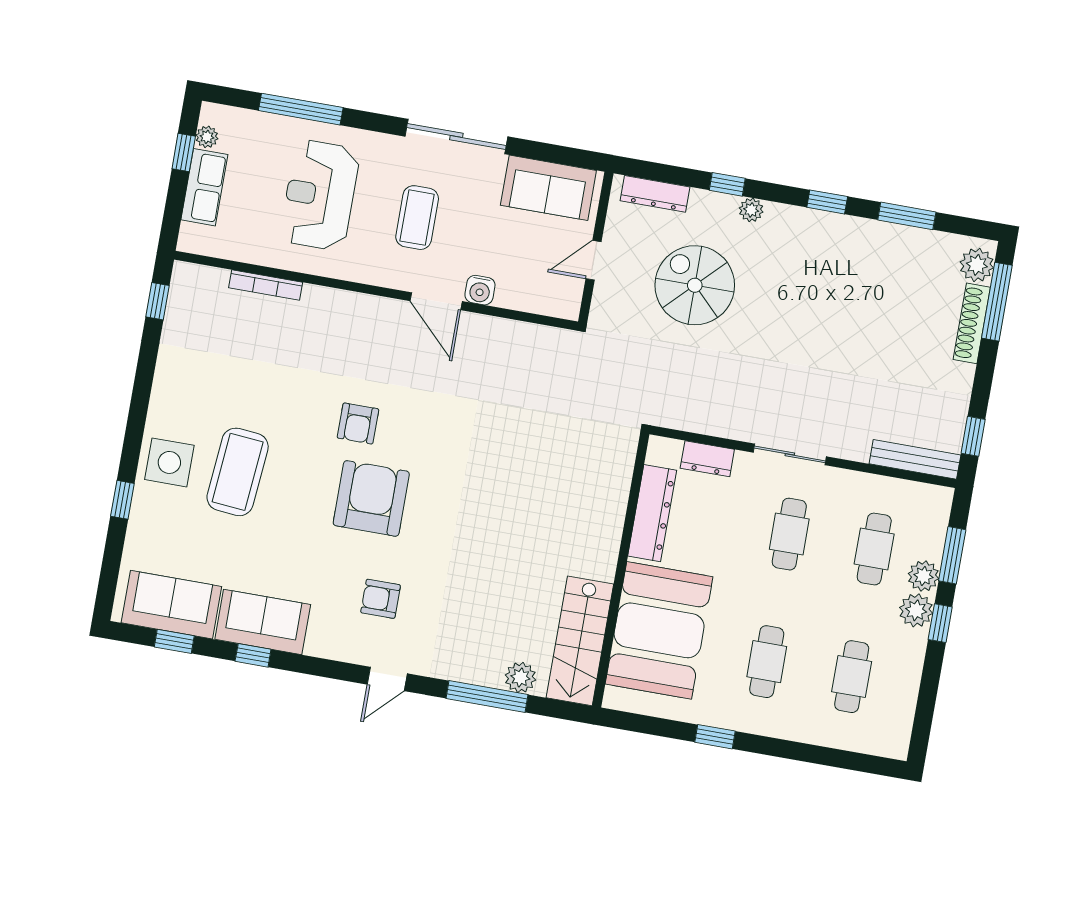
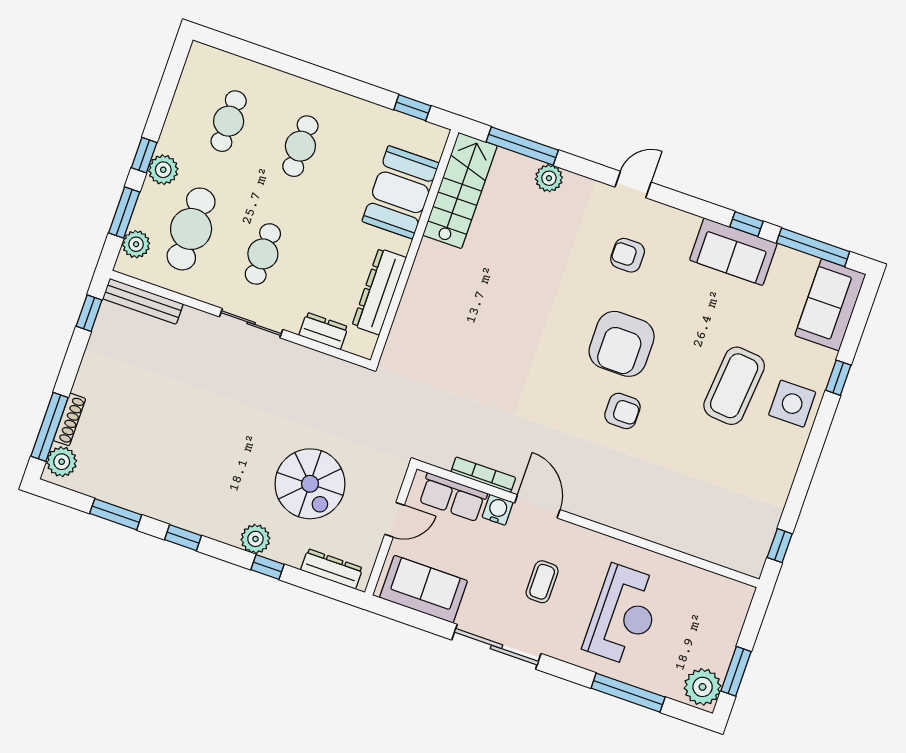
plant: (207, 137) -> (703, 687), width x1.88, depth x1.88
window: (184, 153) -> (736, 671), width x1.50
row of seats: (204, 187) -> (453, 497), moved, turned -90
plant: (751, 210) -> (255, 539), width x1.38, depth x1.38
coffee table: (417, 218) -> (542, 582), width x0.73, depth x0.77
bookcase: (266, 285) -> (483, 475), moved
shoe rack: (972, 323) -> (69, 419), width x0.74, depth x0.81
armchair: (358, 423) -> (622, 411), turned 90
cafe table: (874, 549) -> (191, 229), width x1.37, depth x1.35
plant: (923, 576) -> (136, 244), moved
armchair: (381, 599) -> (628, 255), turned 180
sofa: (171, 605) -> (830, 305), moved, turned 90
booth: (659, 630) -> (401, 192), width x0.73, depth x0.70
window: (174, 641) -> (813, 247), width x2.17
plant: (520, 677) -> (549, 178), moved
window: (487, 697) -> (522, 146), moved
window: (715, 737) -> (412, 108), moved

